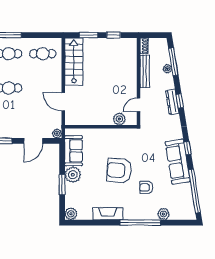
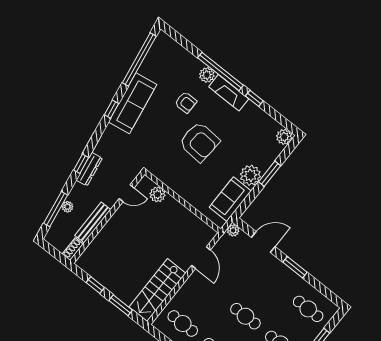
fireplace: (108, 214) -> (229, 93), moved
plant: (163, 214) -> (207, 75), moved
window: (107, 223) -> (254, 98), added

